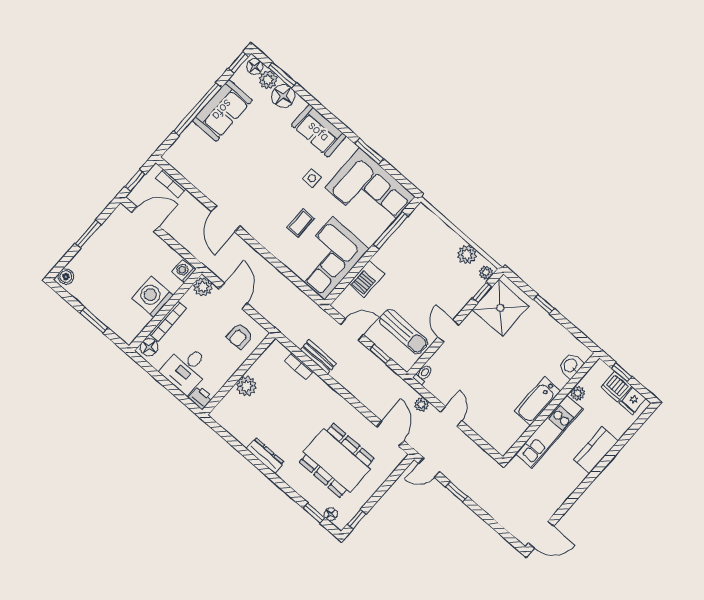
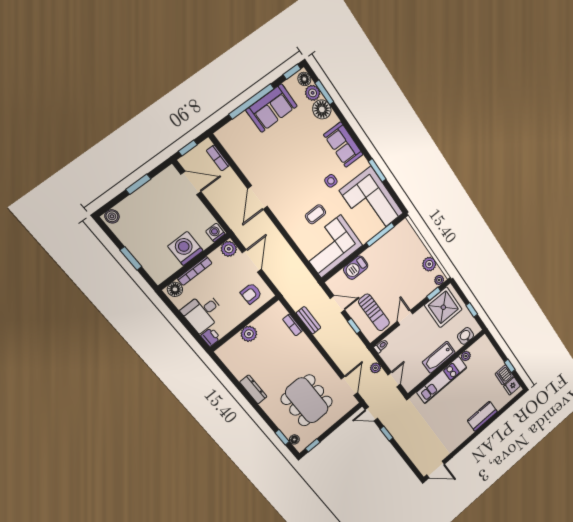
washbasin: (571, 366) -> (466, 336), moved
plant: (578, 393) -> (466, 356), moved
bathtub: (537, 401) -> (439, 357), moved
wall: (551, 407) -> (447, 363), moved
kitchen unit: (549, 432) -> (442, 380), moved

